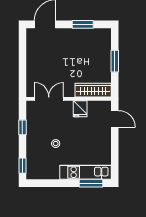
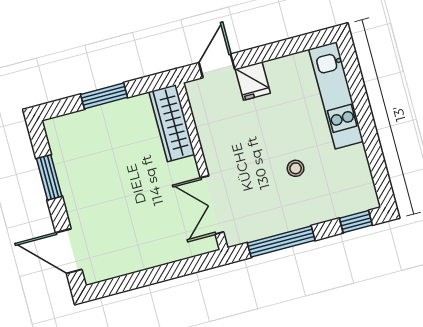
fridge: (80, 109) -> (253, 81), moved, turned 90
window: (22, 127) -> (281, 242), width x2.17
window: (91, 183) -> (354, 79), removed

